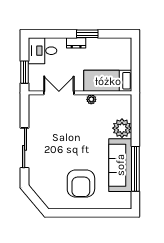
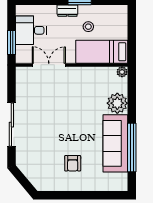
desk: (42, 51) -> (31, 30), moved
stool: (95, 58) -> (88, 27), added
plant: (91, 99) -> (122, 72), moved
armchair: (81, 184) -> (73, 163), width x0.53, depth x0.53

